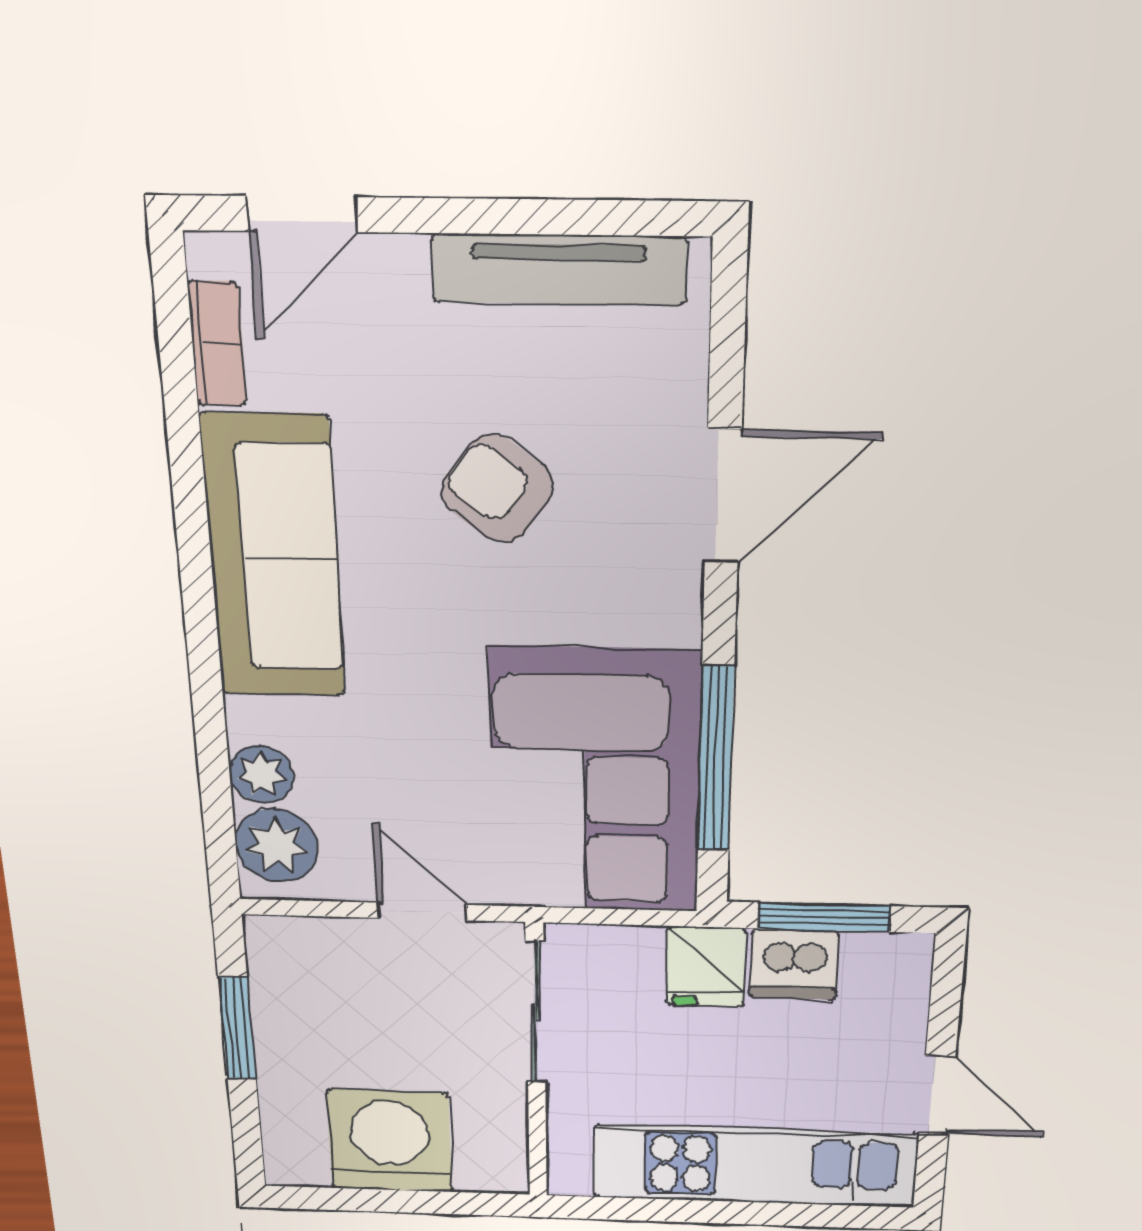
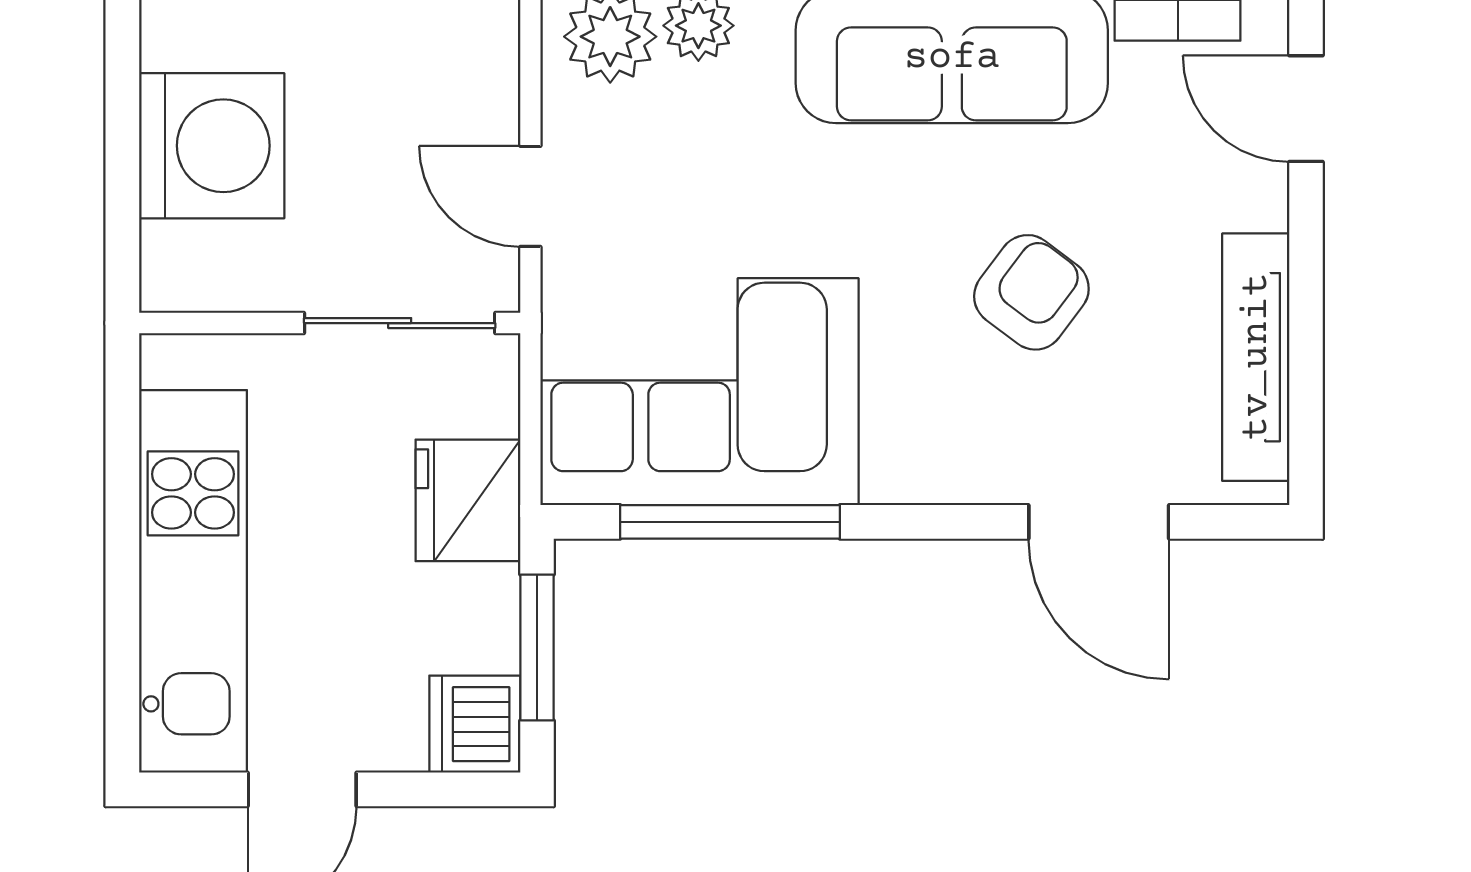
door: (723, 496) -> (1099, 522), moved
door: (422, 911) -> (530, 196), swing flipped
dishwasher: (794, 964) -> (475, 724), moved
fridge: (706, 967) -> (468, 500), width x1.38

